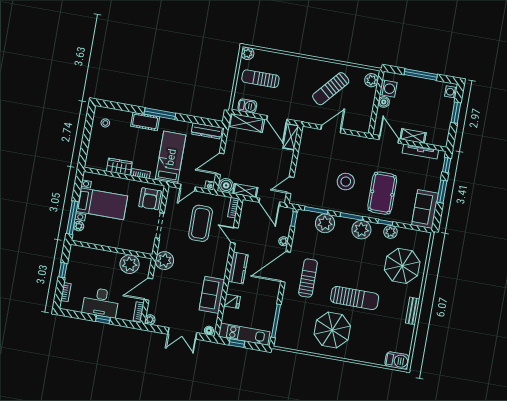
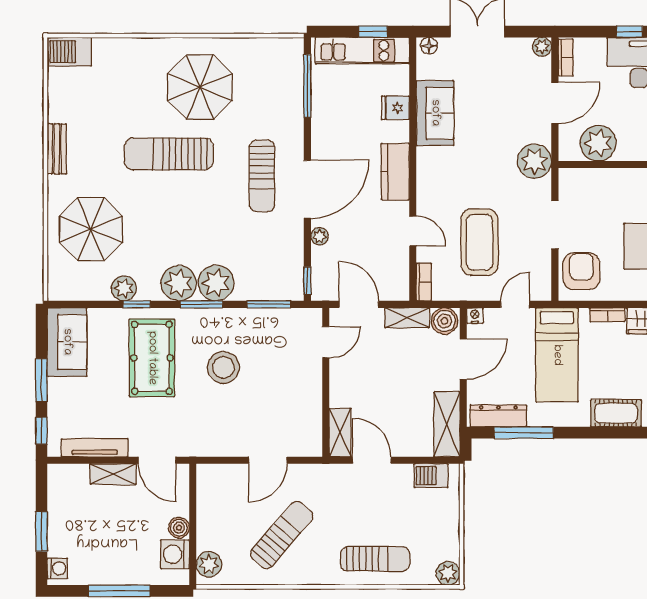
sun lounger: (260, 79) -> (375, 559), moved
window: (160, 114) -> (524, 433), moved
shelving: (246, 123) -> (447, 424), moved, turned 90
plant: (325, 223) -> (216, 283), moved

